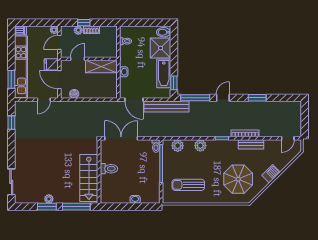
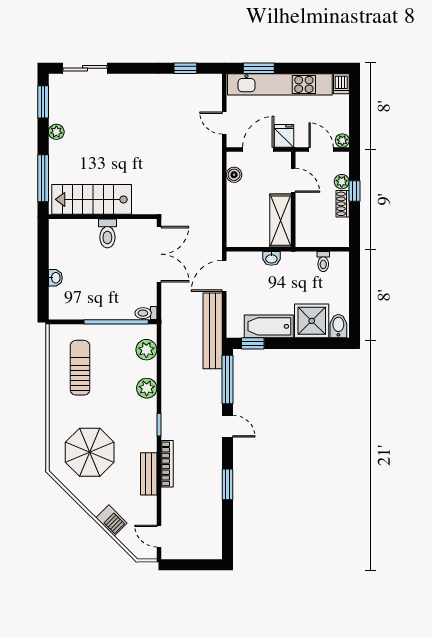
barbecue: (271, 174) -> (111, 520), moved
window: (47, 207) -> (43, 102), moved

